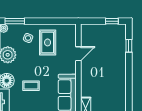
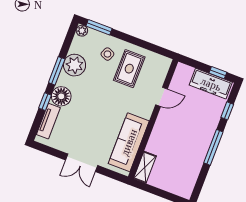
freezer: (110, 31) -> (211, 84), added
window: (129, 76) -> (213, 147), added
coffee table: (31, 86) -> (89, 114), removed

